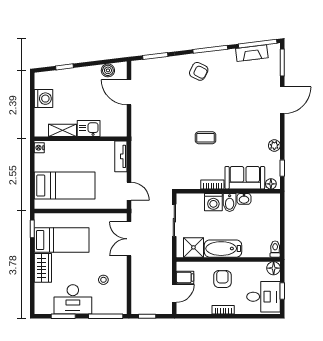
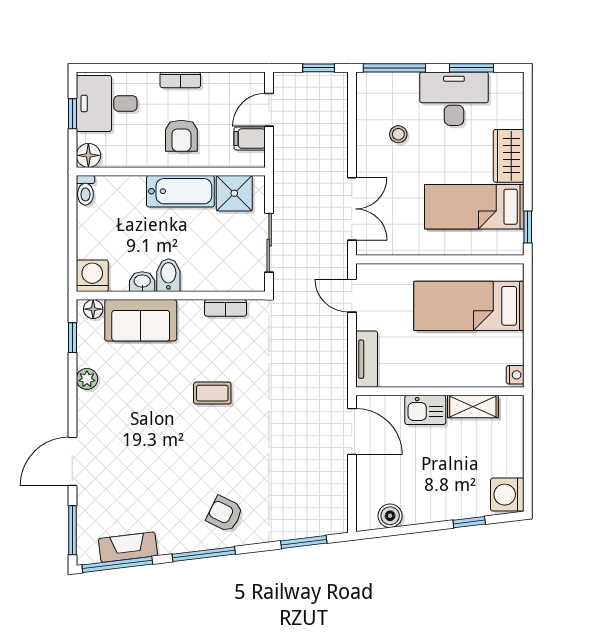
door: (129, 92) -> (352, 432), moved
washing machine: (44, 99) -> (507, 495), moved
bookcase: (212, 184) -> (226, 308), moved
washing machine: (213, 202) -> (92, 276), moved

